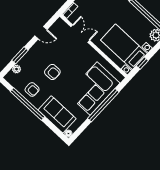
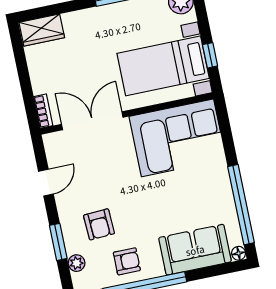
double door: (80, 34) -> (92, 121), width x1.37
armchair: (52, 72) -> (99, 224), moved, turned 87
corner sofa: (94, 88) -> (178, 138), moved, turned -90
window: (103, 105) -> (241, 205), moved

